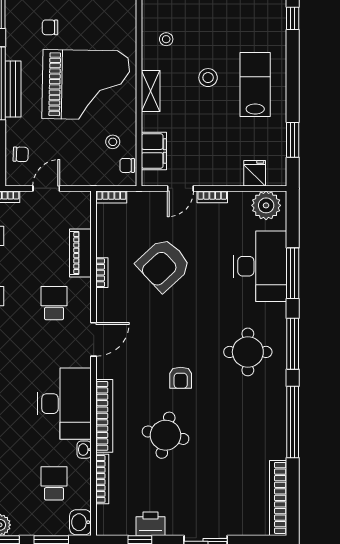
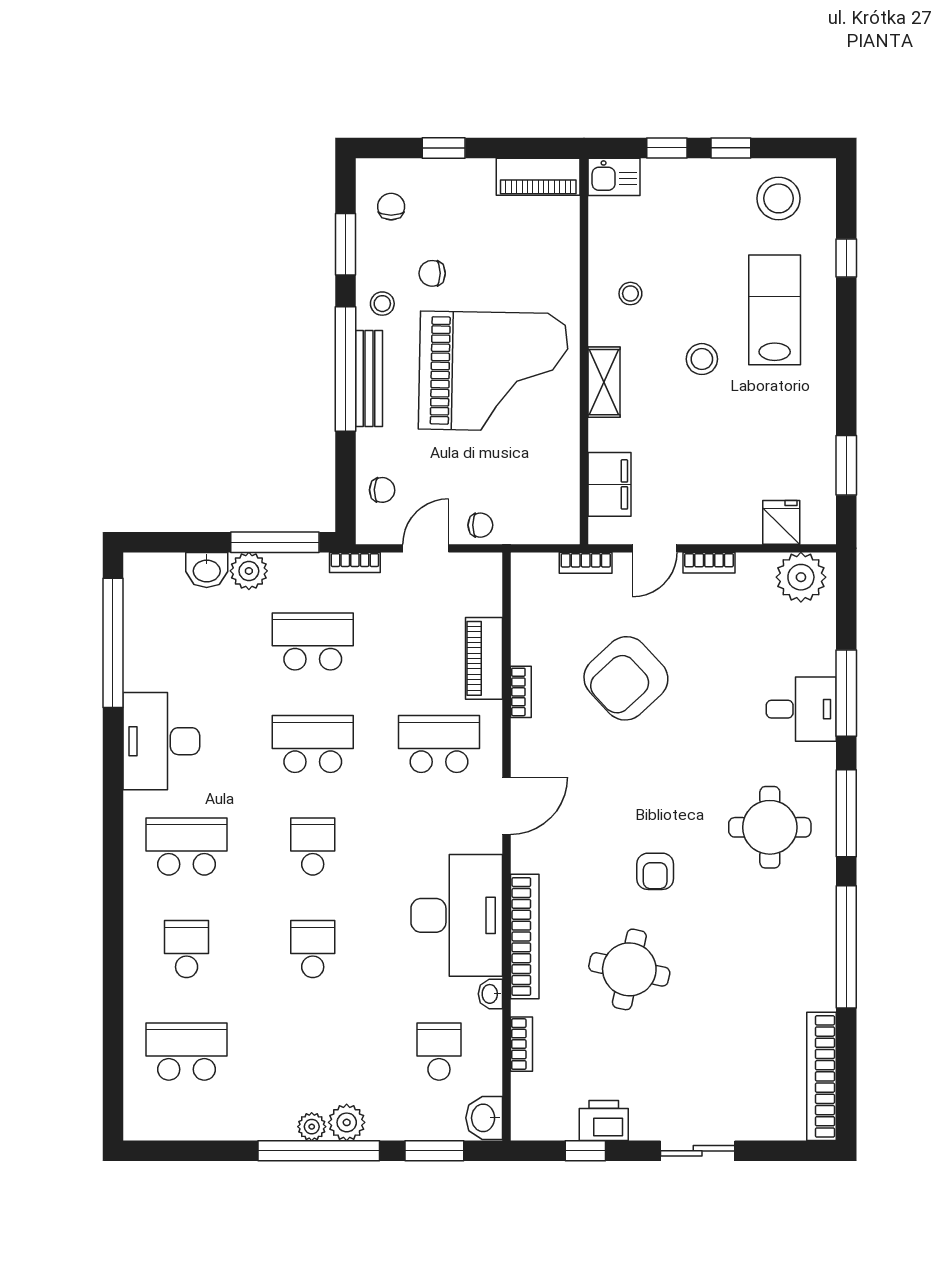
lab bench: (255, 85) -> (775, 310), moved
stool: (113, 142) -> (382, 304), moved
chair: (127, 165) -> (480, 525), moved, turned 180
bookcase: (111, 197) -> (586, 563), moved
desk: (260, 266) -> (801, 709), width x0.53, depth x0.77
school desk: (54, 303) -> (439, 744), width x1.85
bookcase: (102, 479) -> (521, 1044), width x0.64

